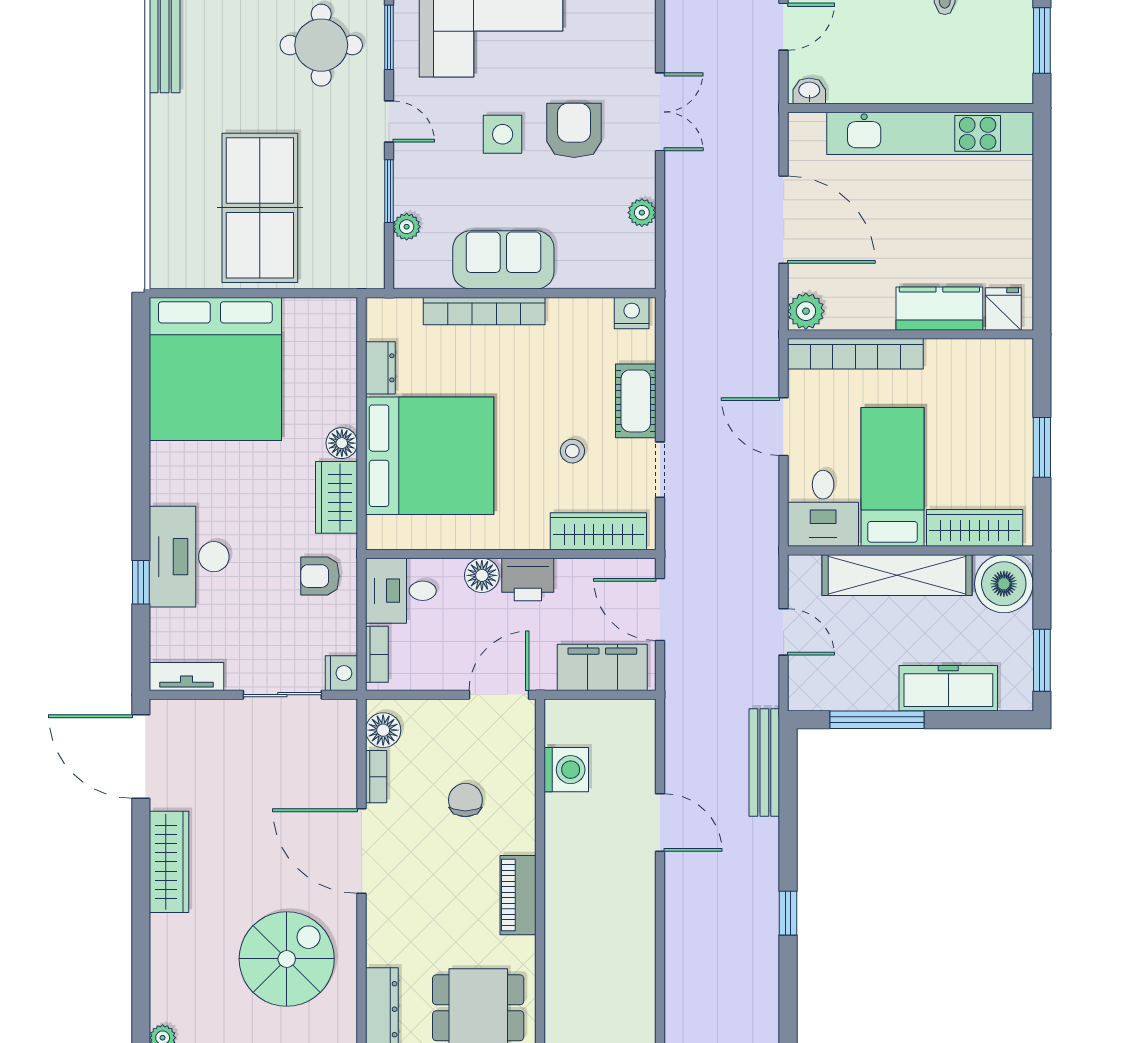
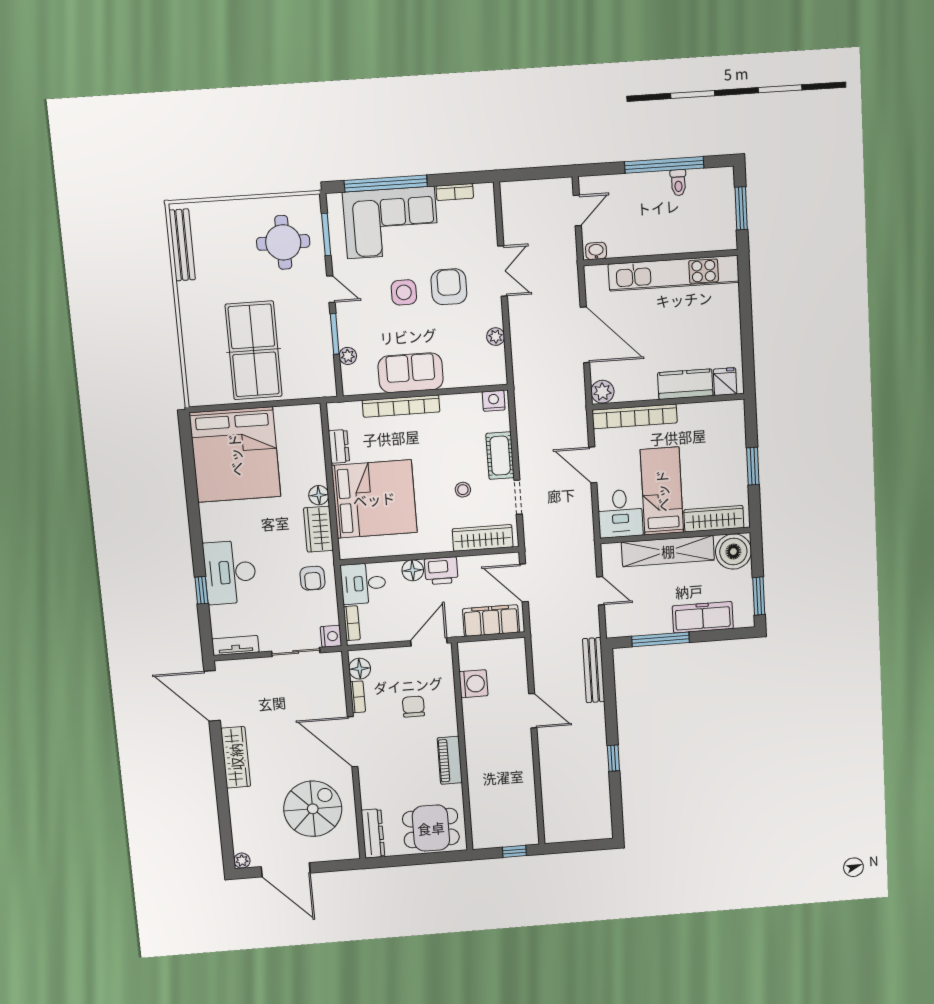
armchair: (320, 576) -> (313, 578), turned -90

